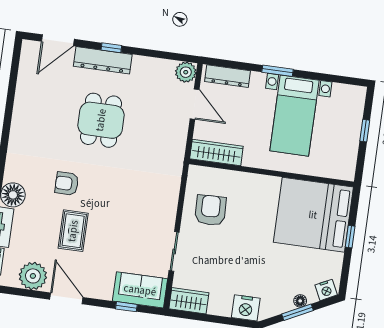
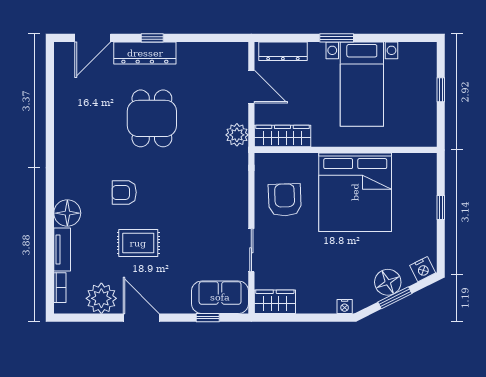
plant: (186, 72) -> (237, 135), moved
bed: (313, 215) -> (355, 192), moved, turned -90
rug: (73, 231) -> (138, 243), turned 90
floor lamp: (300, 301) -> (388, 282), width x1.89, depth x1.89
nightstand: (246, 308) -> (345, 306), width x0.53, depth x0.56

